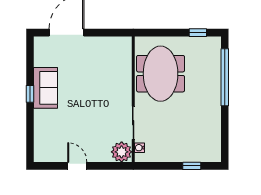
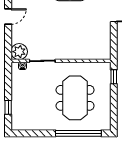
window: (198, 33) -> (114, 77), moved
meeting table: (161, 74) -> (75, 98), moved, turned 90

